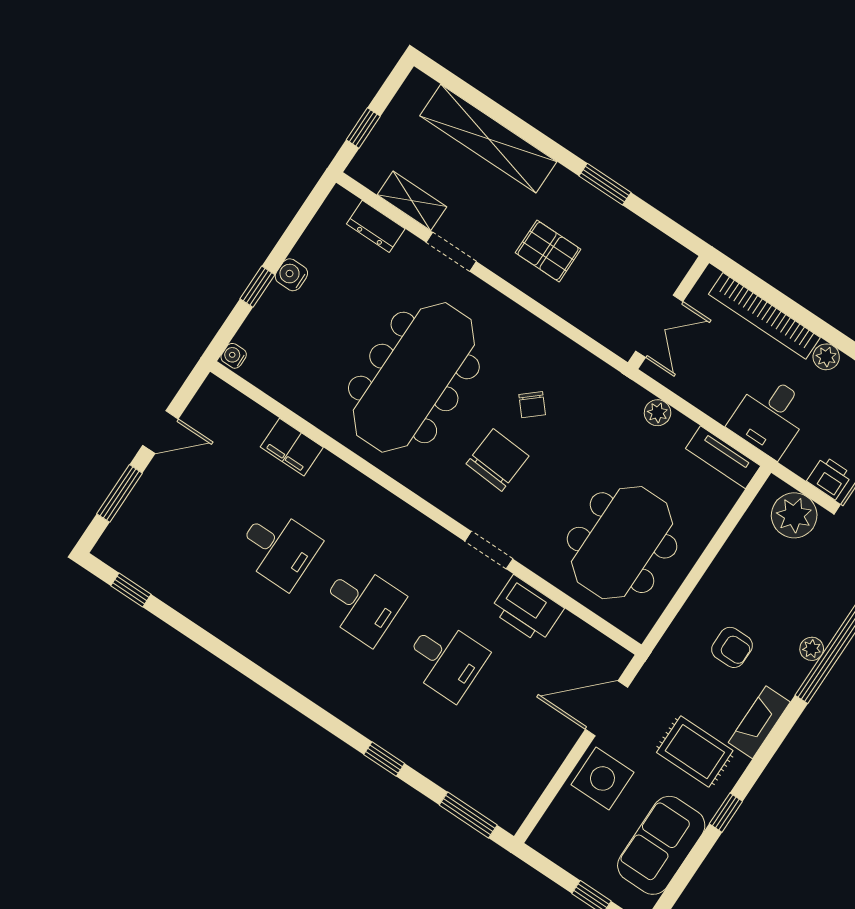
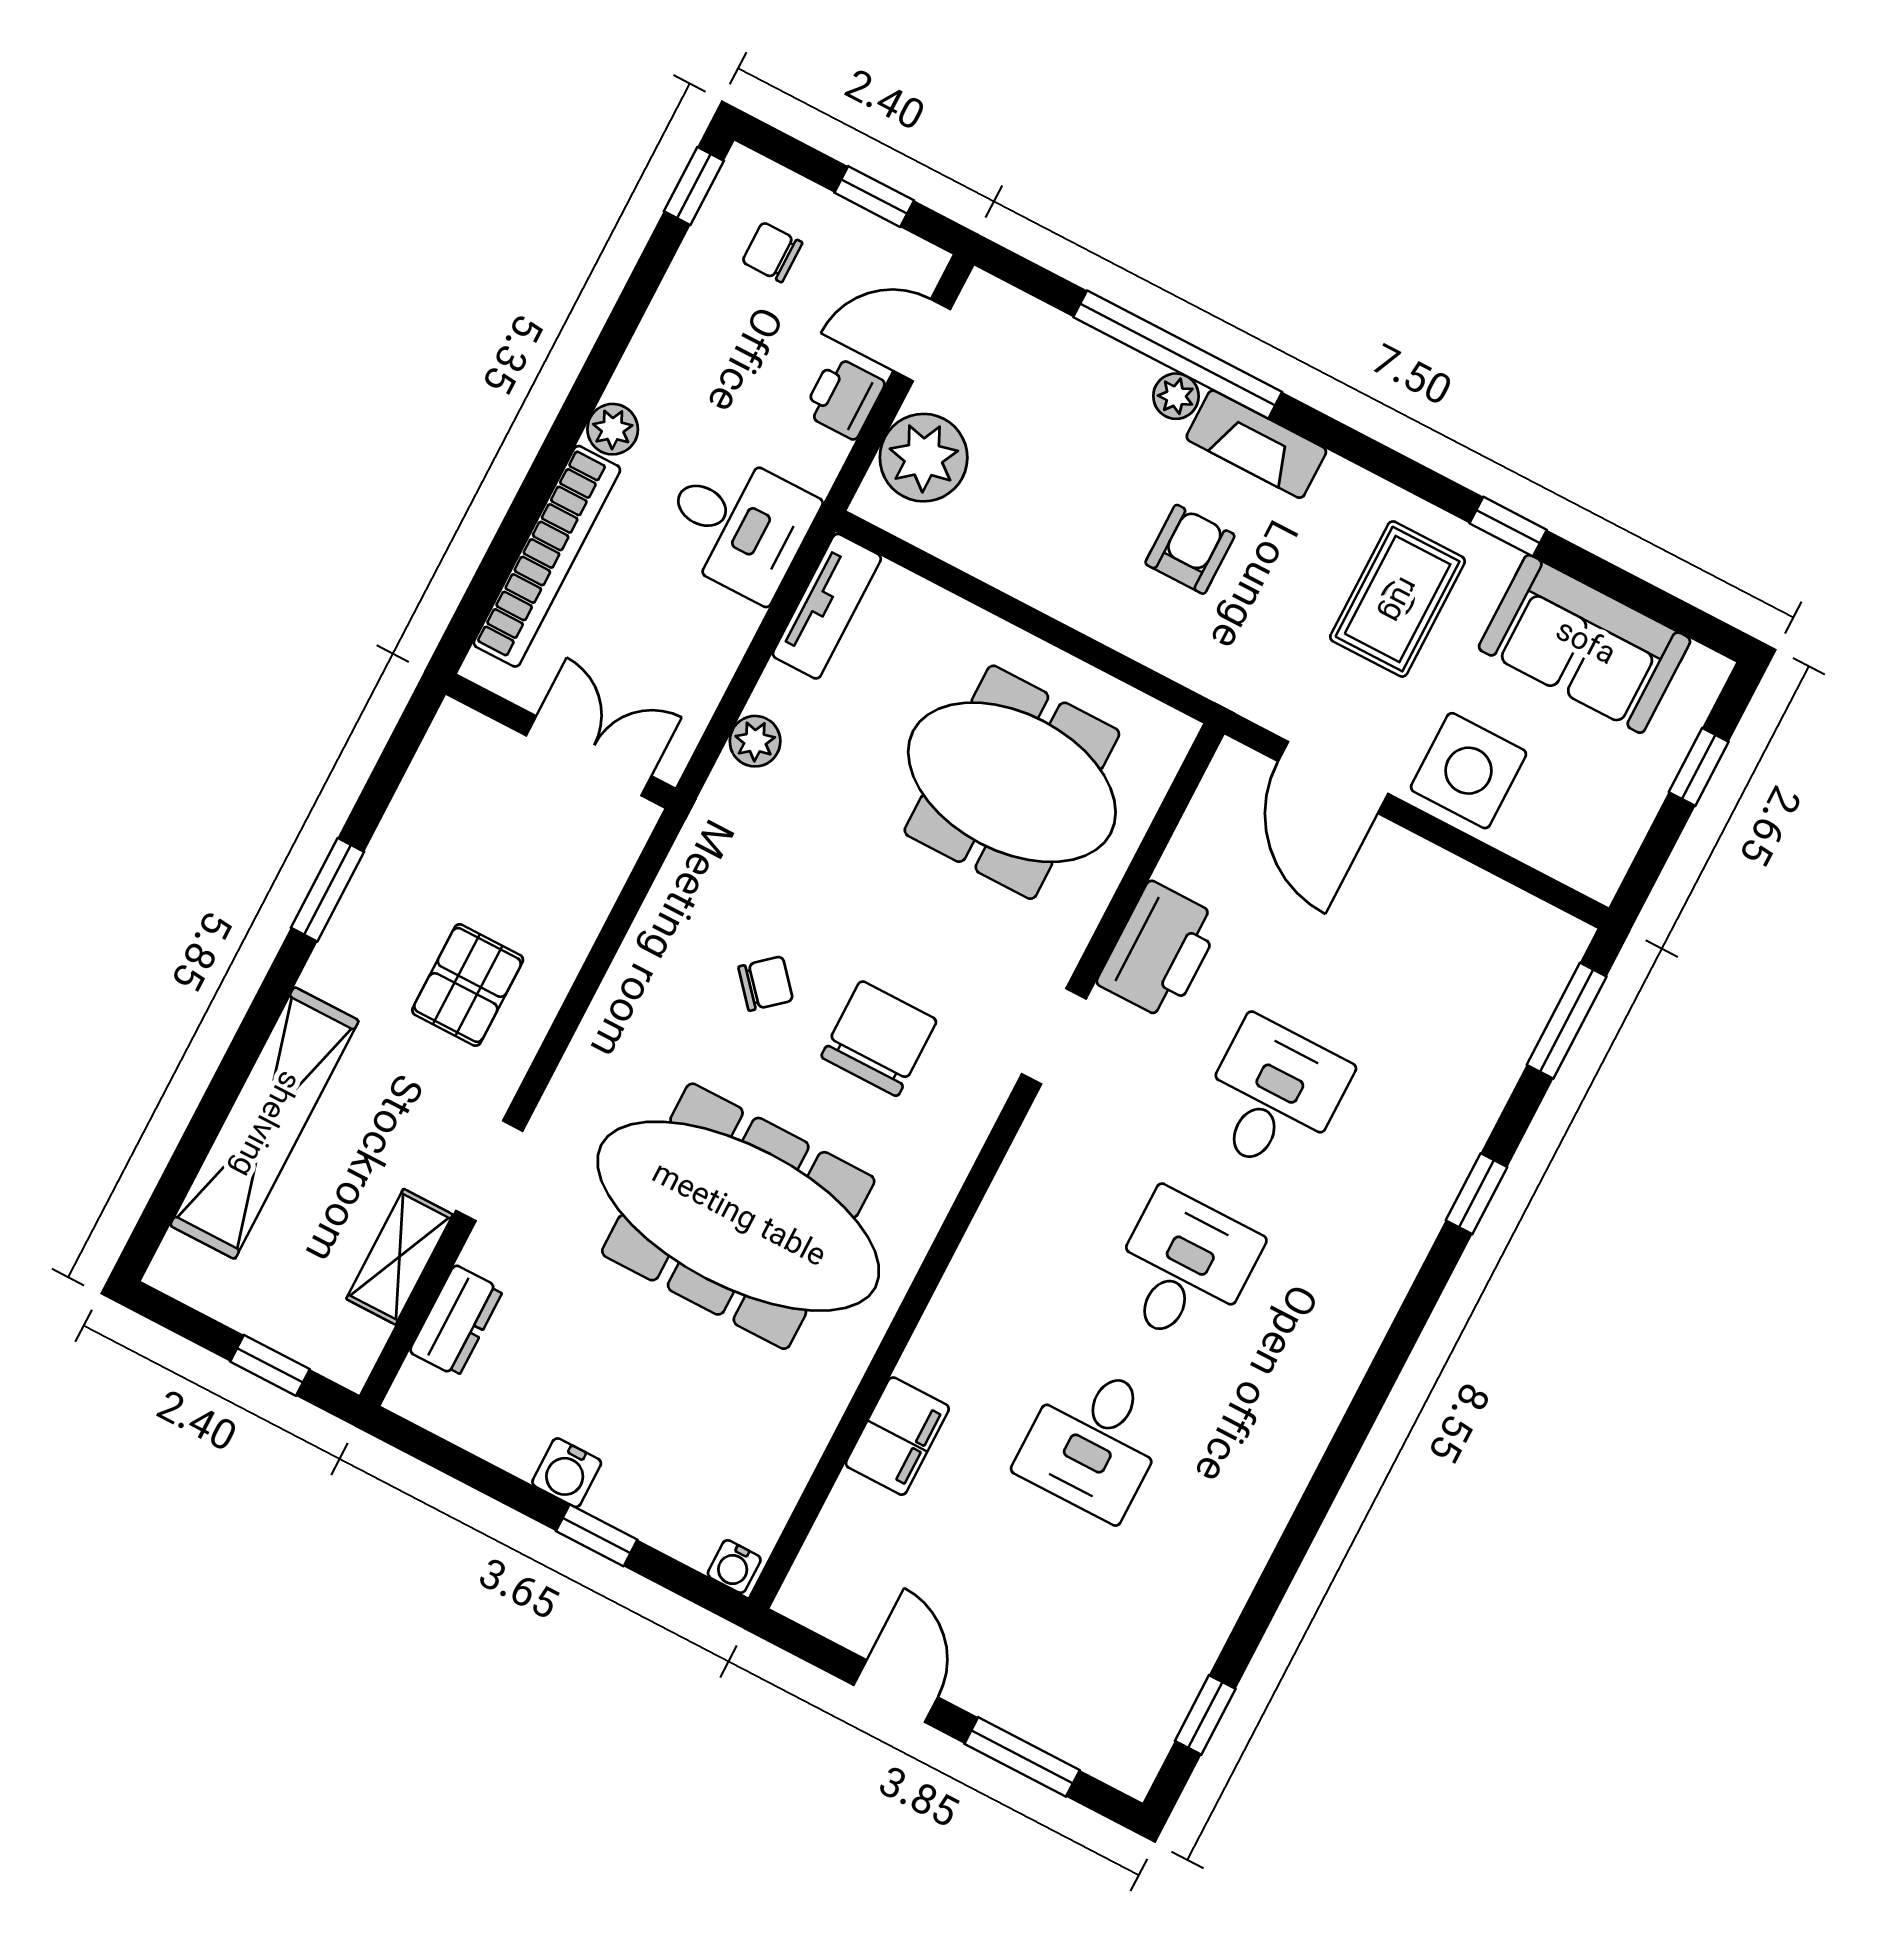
chair: (498, 460) -> (879, 1038), turned 86
desk: (278, 548) -> (1094, 1441), turned 180
fireplace: (759, 722) -> (1256, 444), moved

